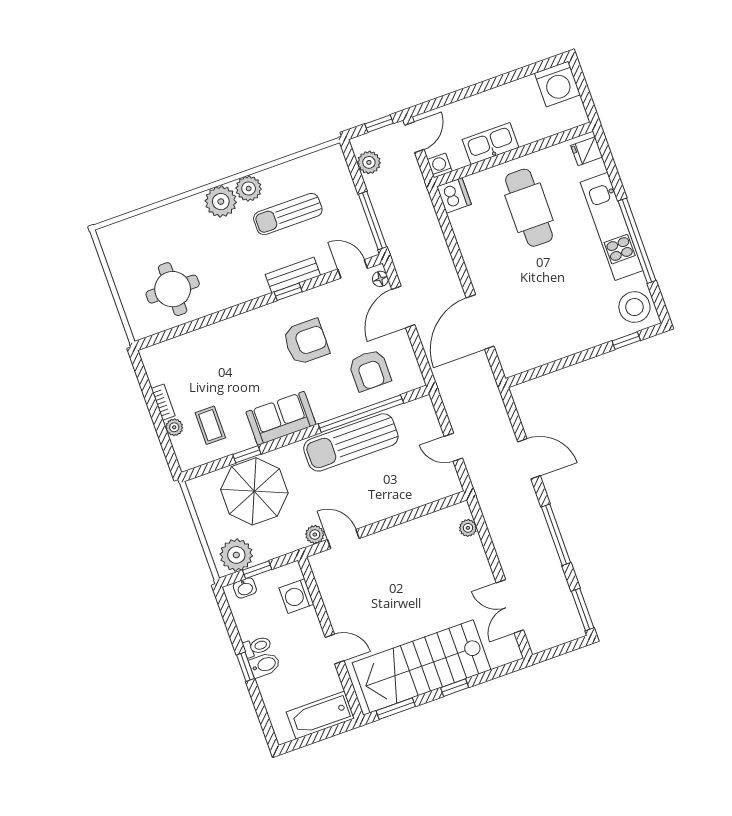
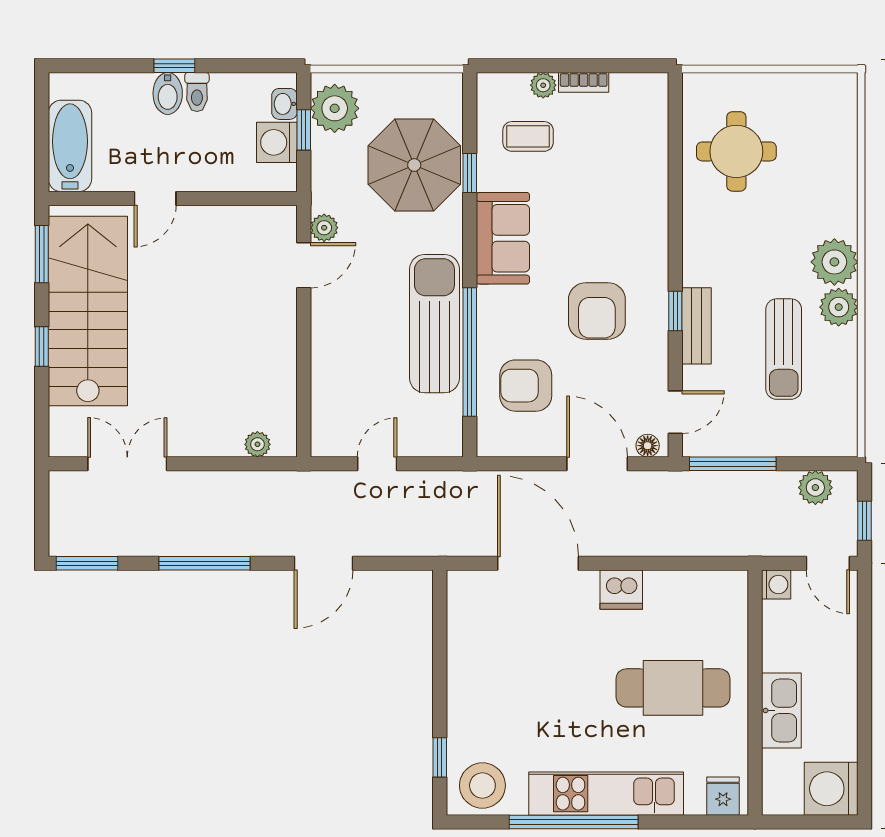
kitchen sink: (491, 144) -> (781, 710), moved
dishwasher: (454, 195) -> (621, 590), moved
sun lounger: (288, 214) -> (784, 349), turned 180
washing machine: (296, 596) -> (277, 142), moved, turned -90

